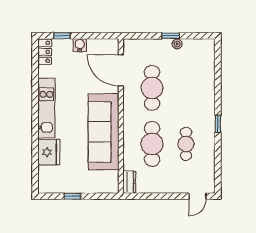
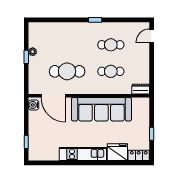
water cooler: (80, 45) -> (34, 105), moved
locker: (45, 52) -> (139, 155), moved
door: (121, 70) -> (53, 96), hinge flipped
cafe table: (152, 144) -> (111, 71), width x0.73, depth x0.74
door: (197, 196) -> (152, 36), swing flipped

